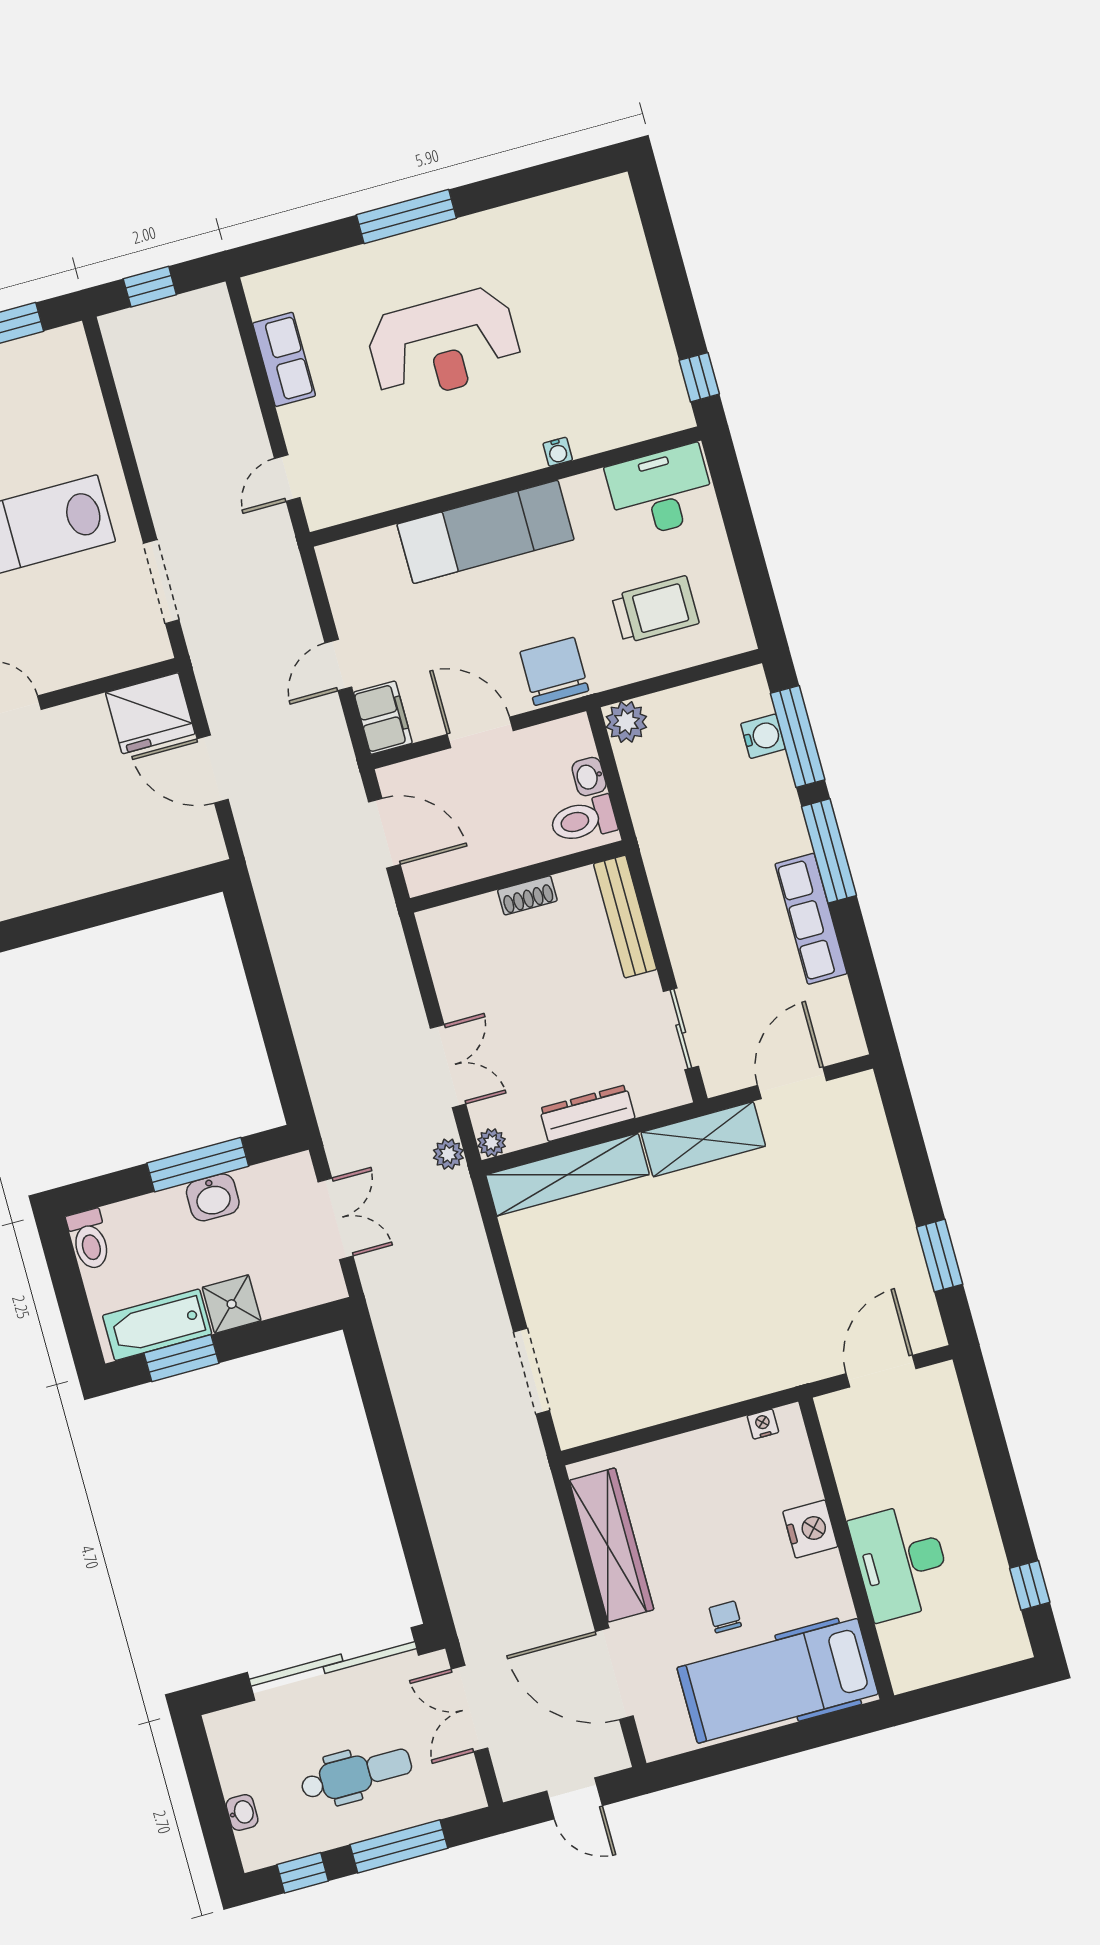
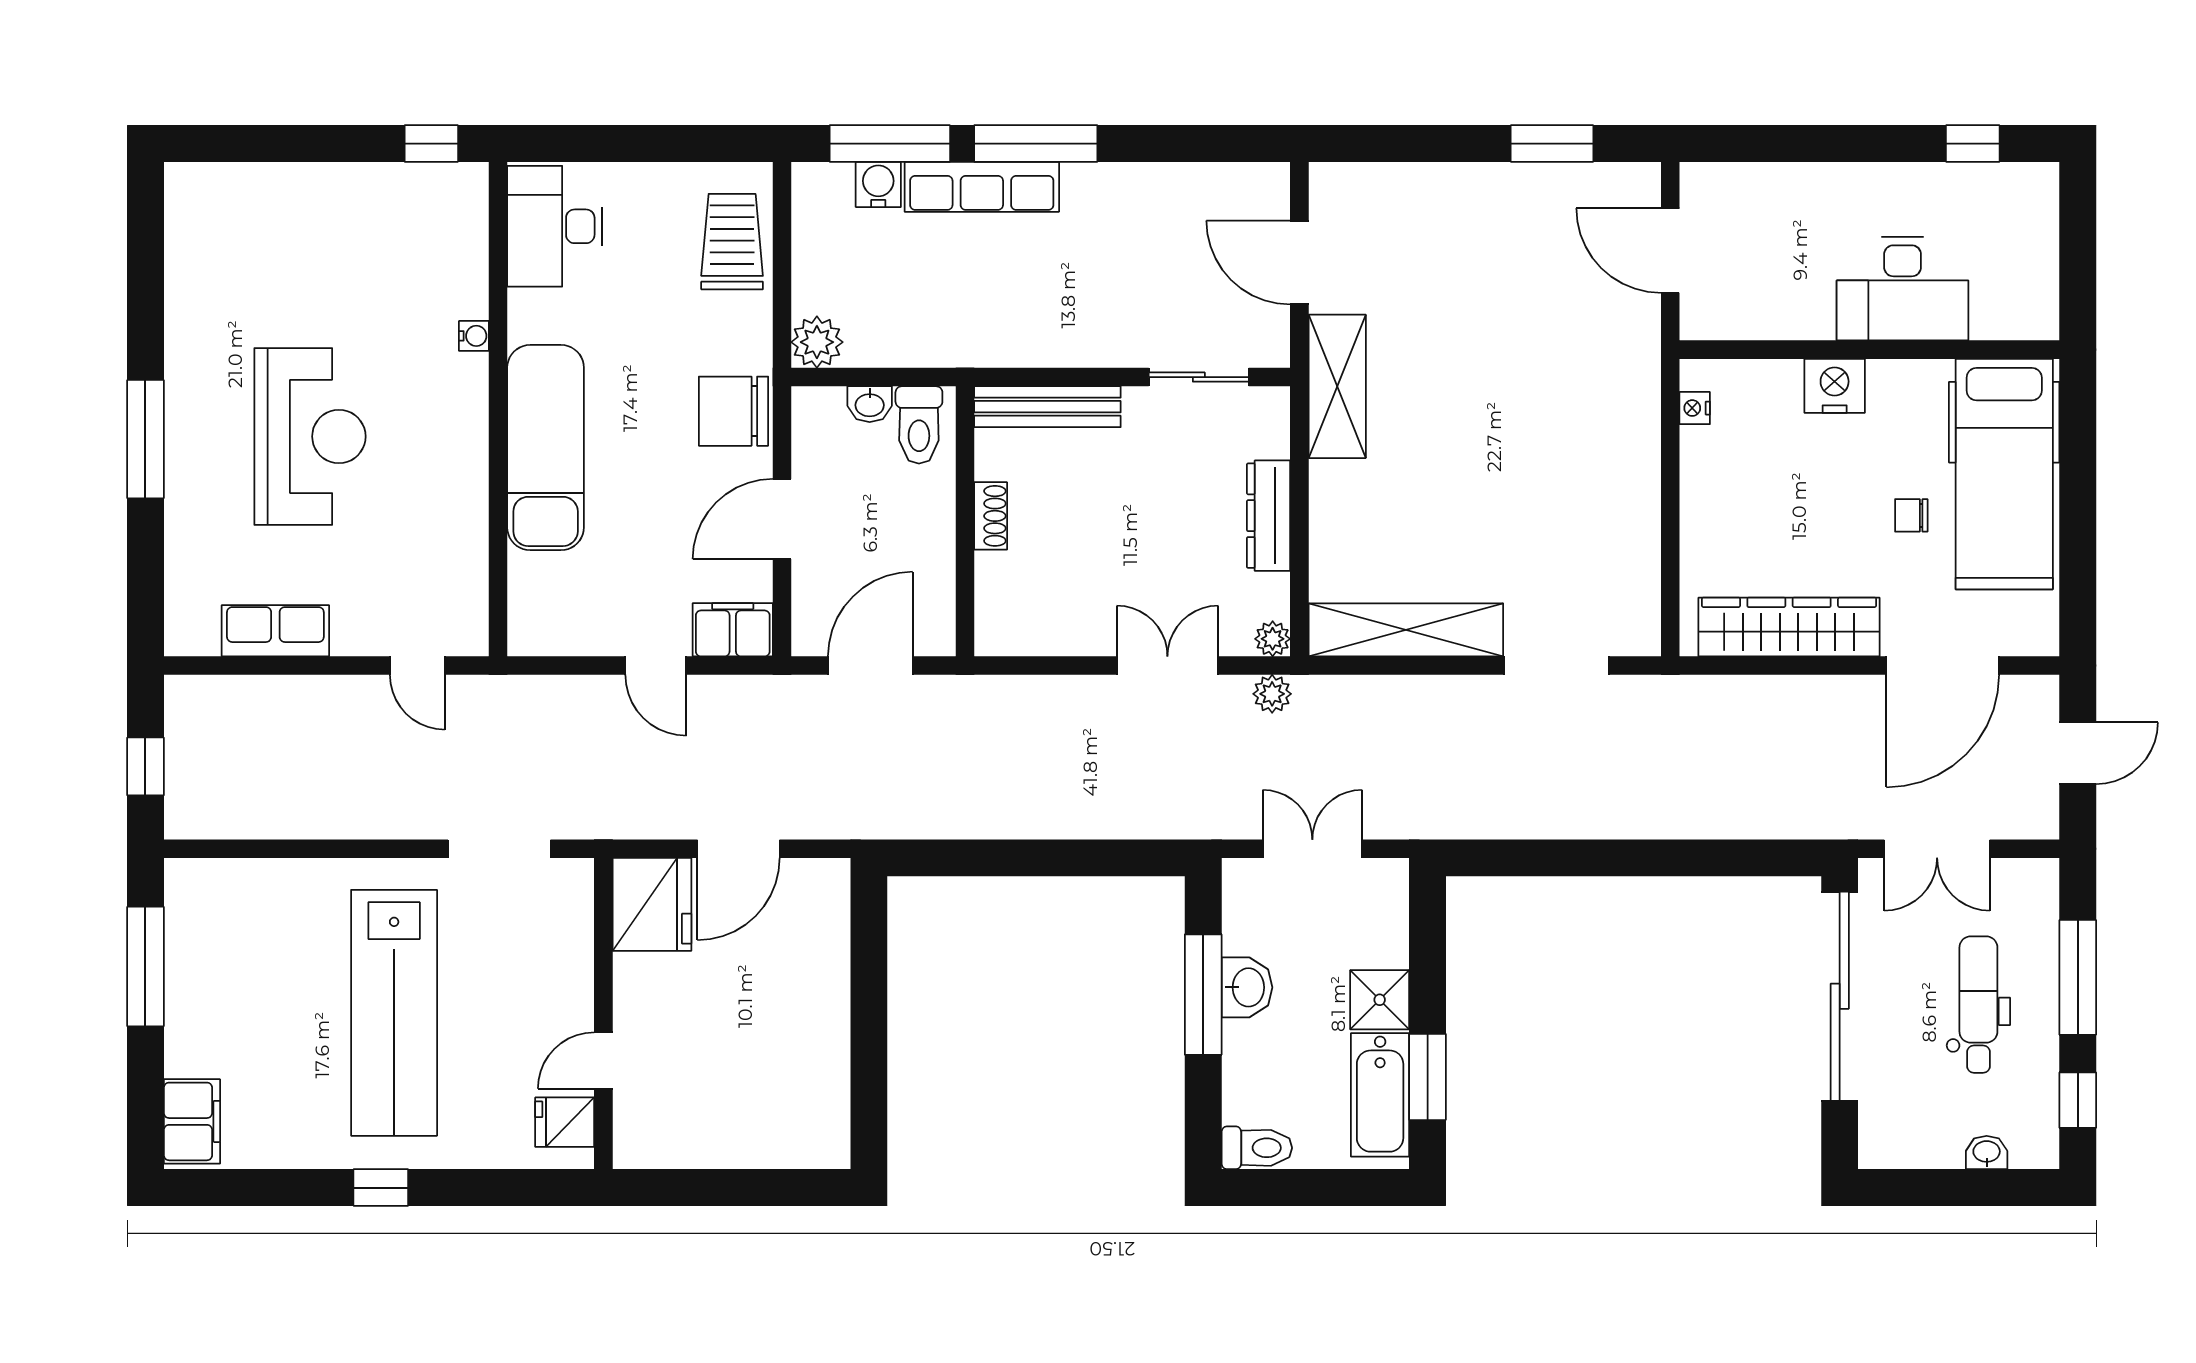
trolley: (655, 610) -> (732, 242), moved
row of seats: (811, 919) -> (982, 187), moved
shelving: (567, 1175) -> (1406, 630), moved, turned 90

